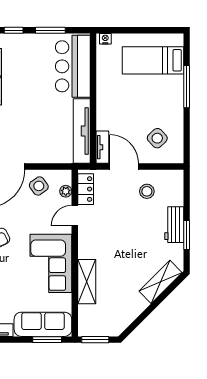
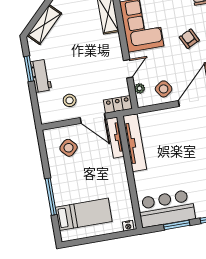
bar counter: (73, 66) -> (166, 209), moved, turned -90
tv unit: (102, 147) -> (115, 138), width x1.41
locker: (86, 189) -> (118, 104), moved, turned 90

